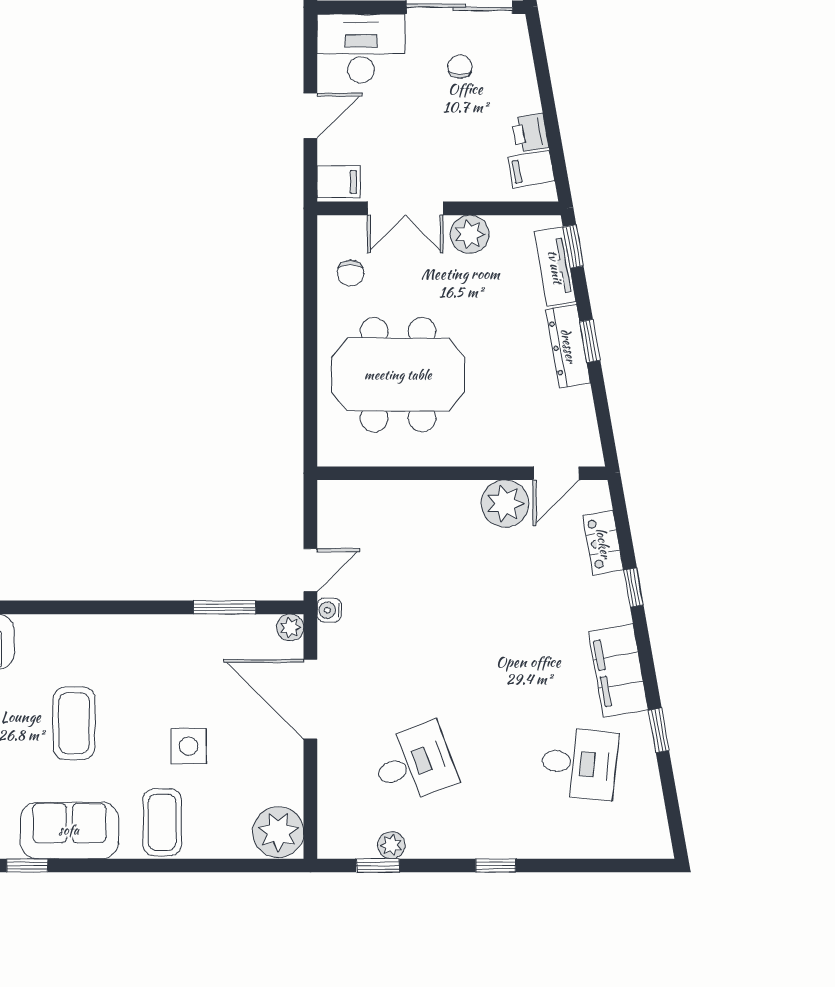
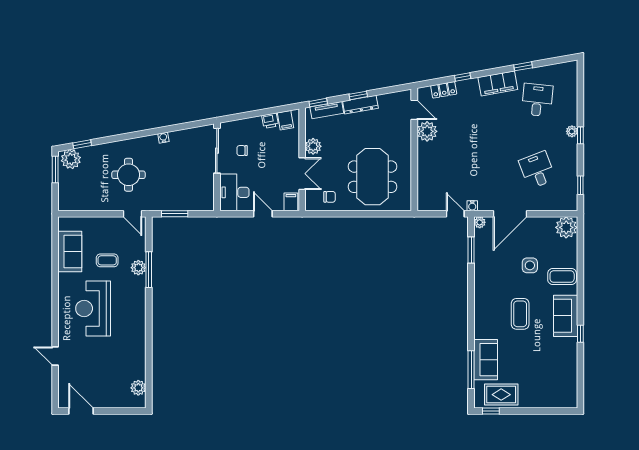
coffee table: (74, 723) -> (520, 314), turned 90
plant: (391, 845) -> (572, 131), moved

